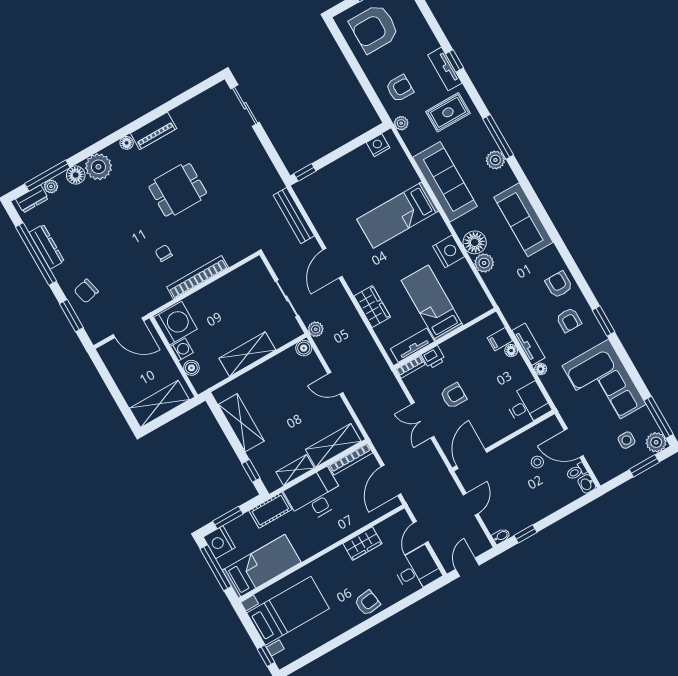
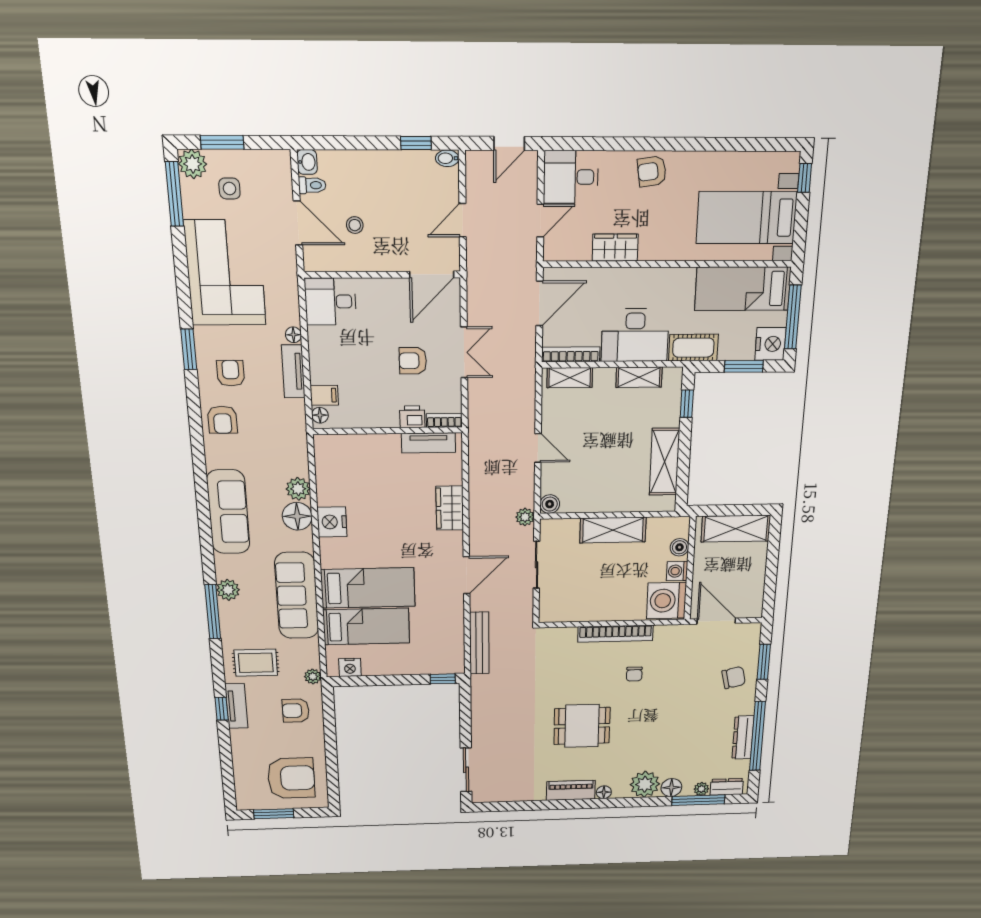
bed: (432, 303) -> (366, 626), moved, turned -90
floor lamp: (511, 351) -> (320, 415), moved
shelving: (333, 445) -> (570, 378), width x0.67, depth x0.75

